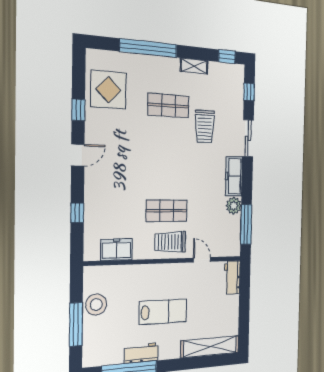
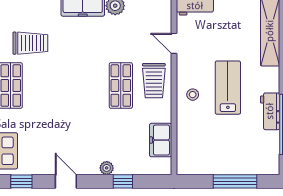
plant: (91, 196) -> (107, 168), added
door: (202, 260) -> (174, 43), hinge flipped
stool: (96, 305) -> (193, 95), moved, width x0.53, depth x0.53

